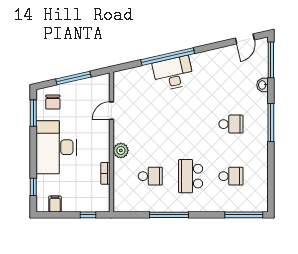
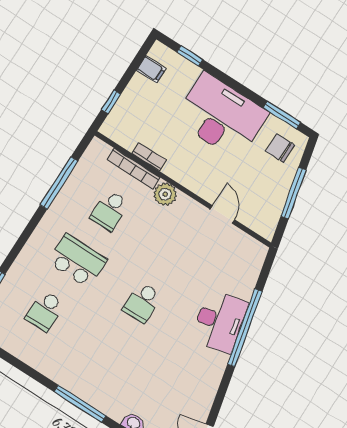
school desk: (231, 124) -> (142, 302), moved
bookcase: (118, 178) -> (133, 169), added
window: (169, 215) -> (59, 183), moved

